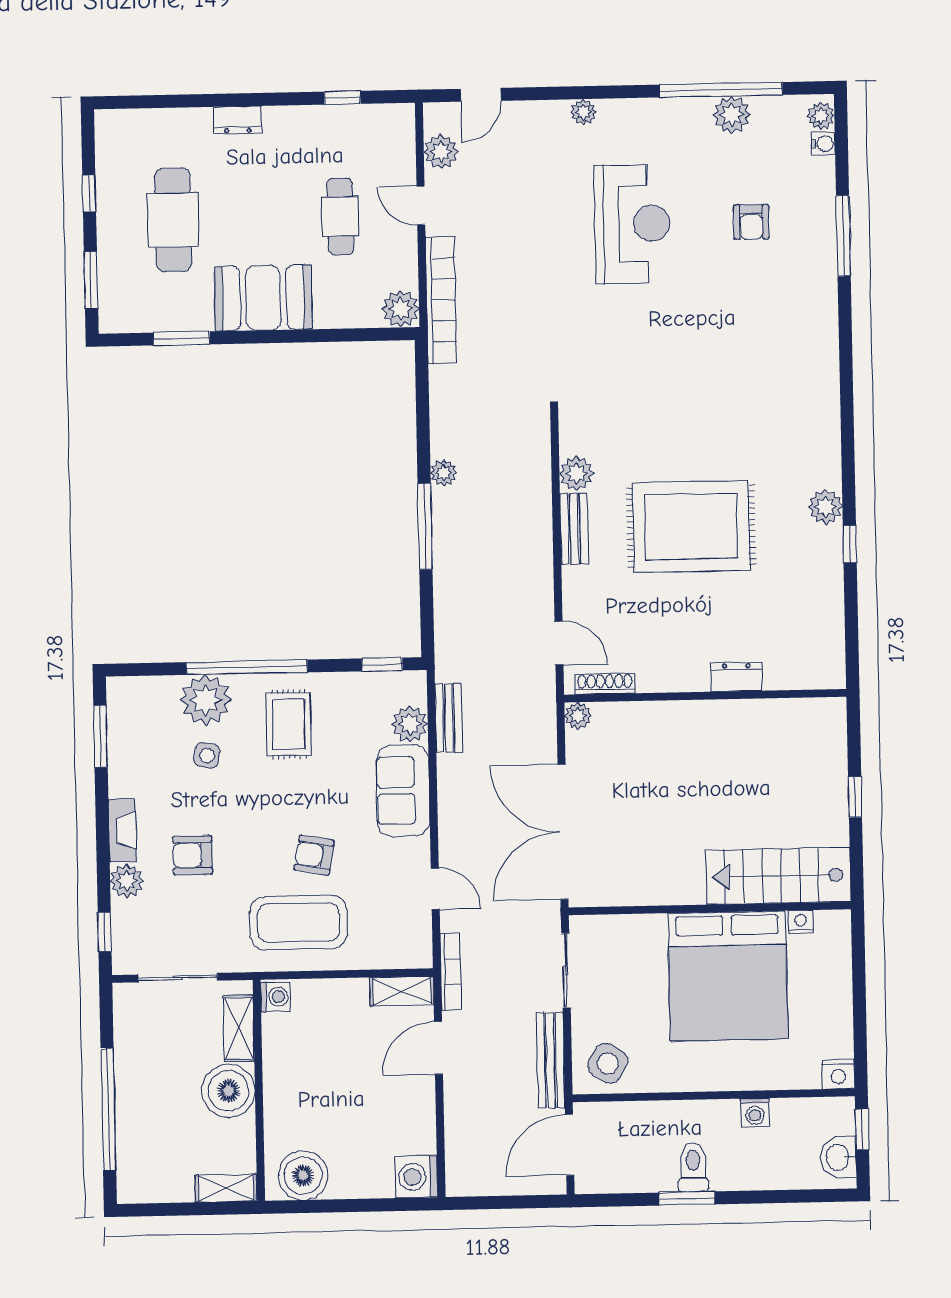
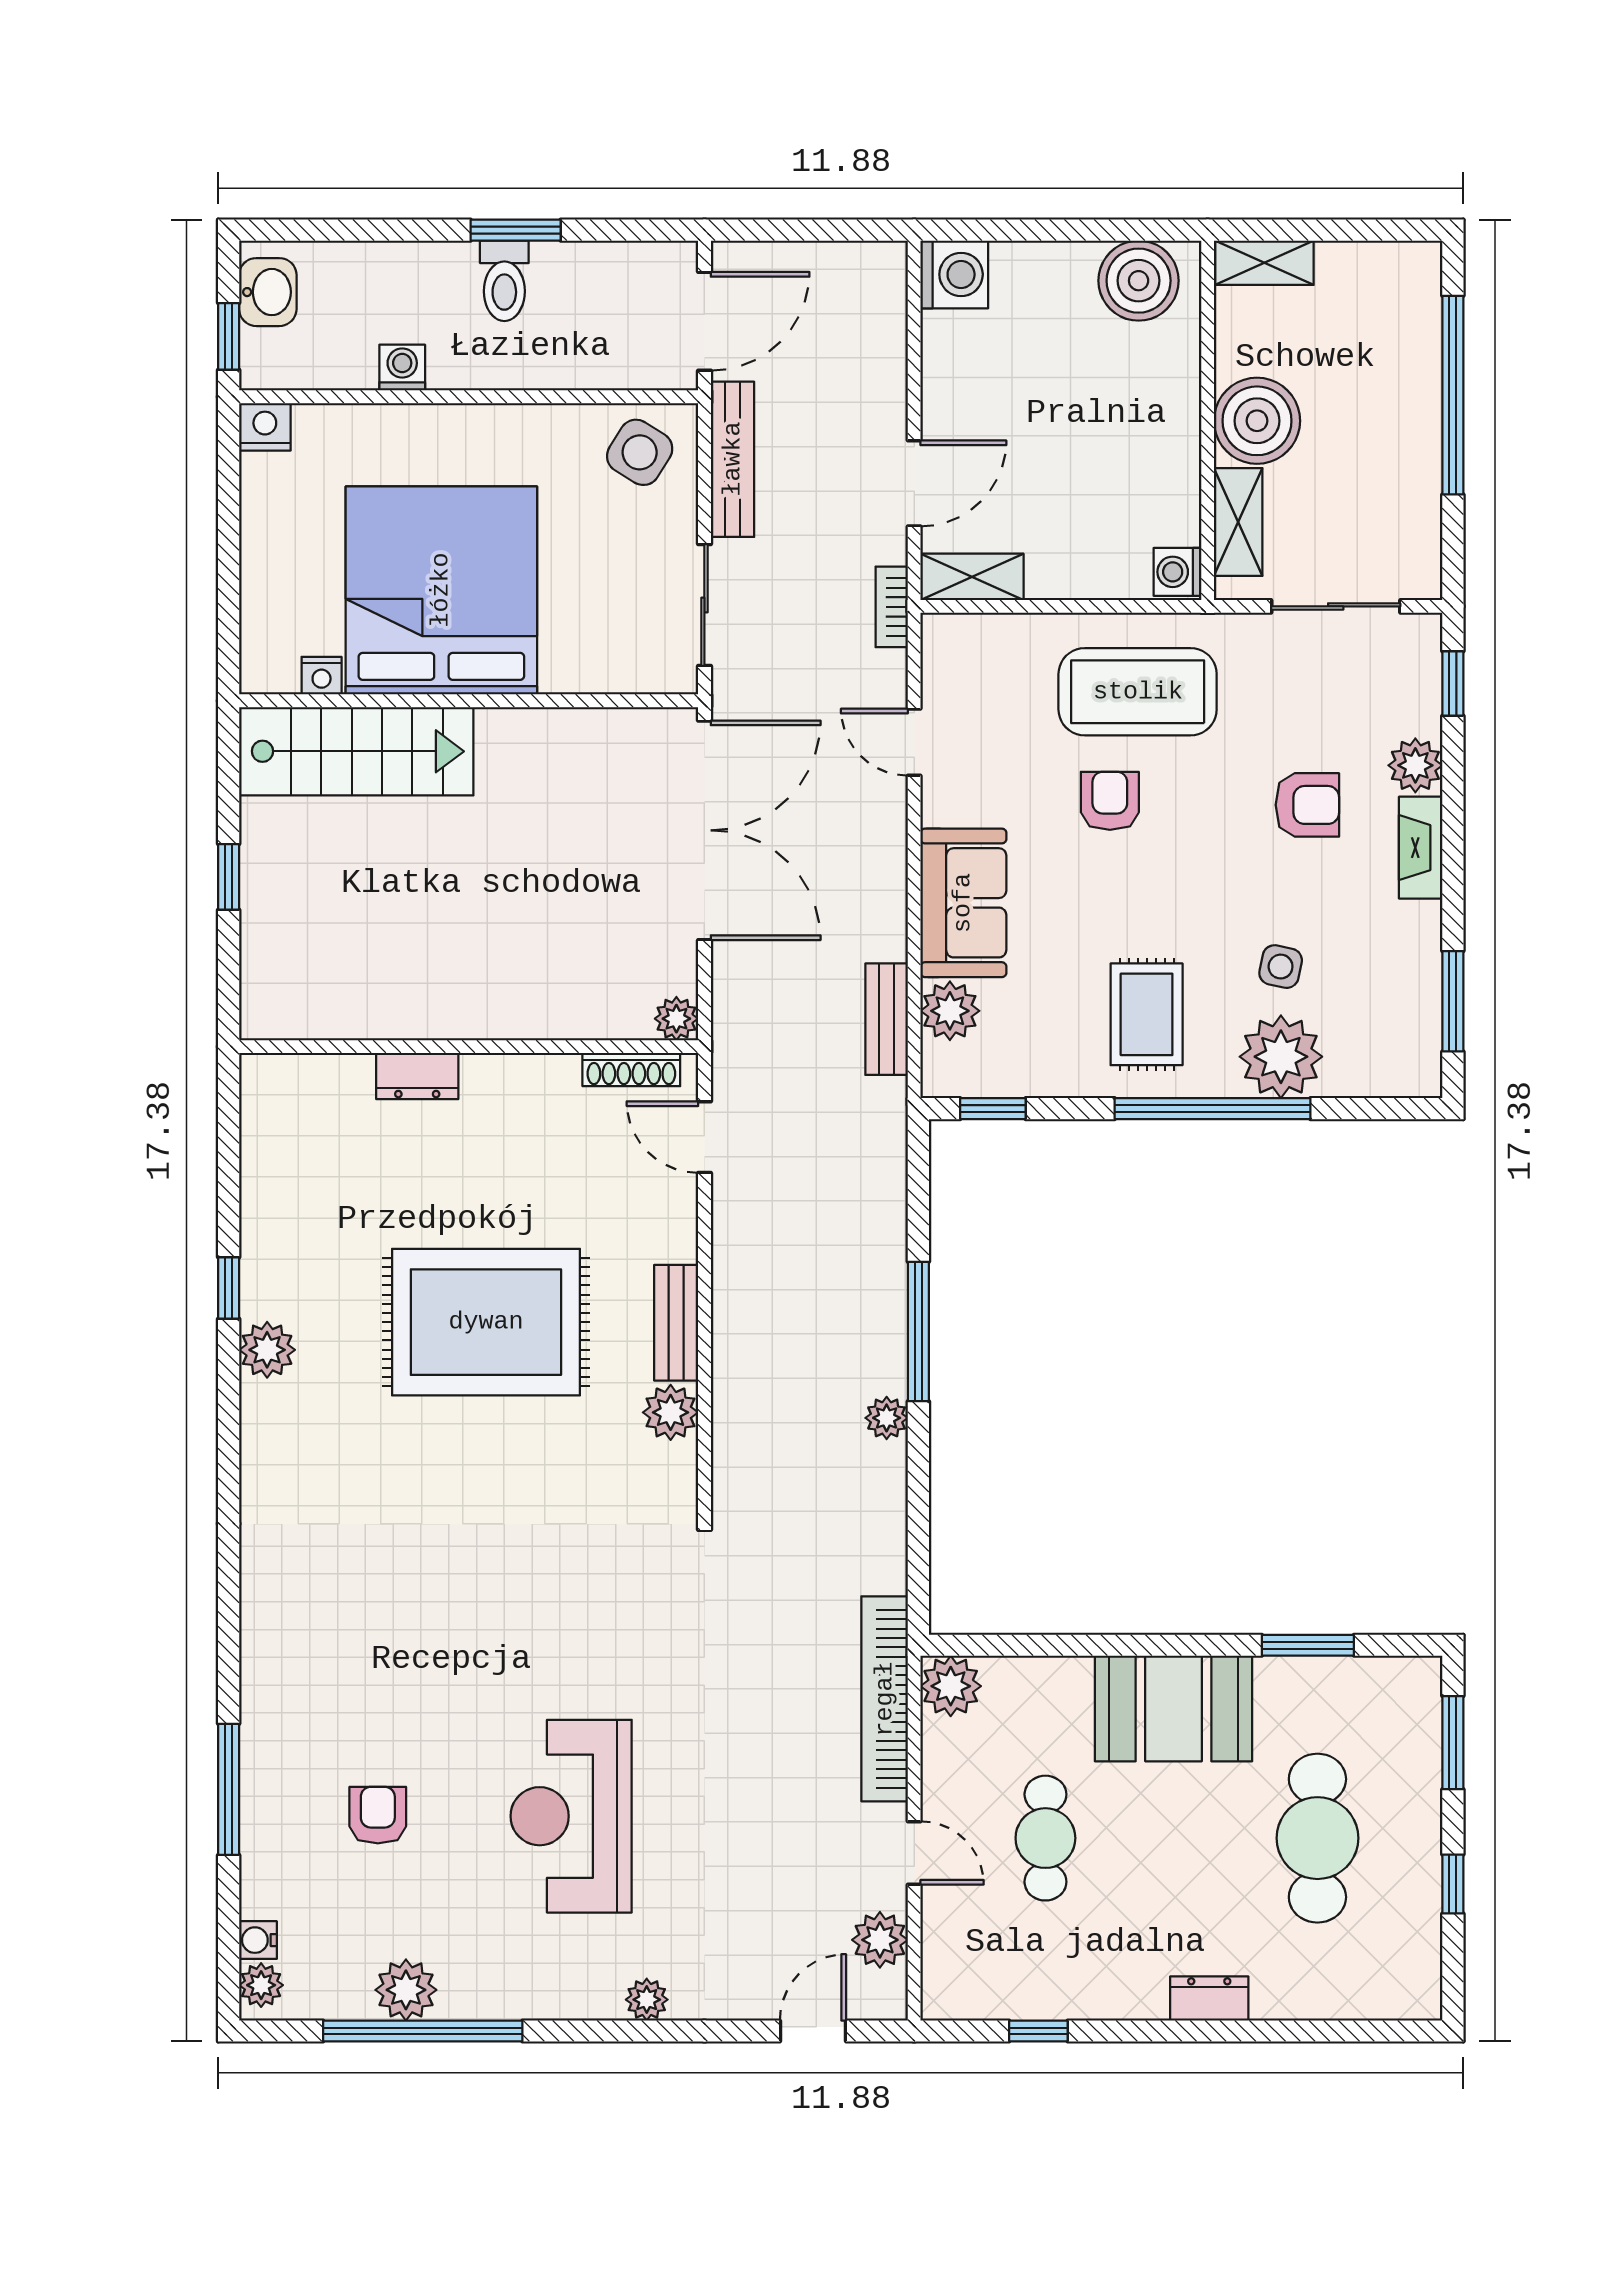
armchair: (314, 855) -> (1110, 801), turned -100
bookcase: (451, 972) -> (892, 607), width x0.64

